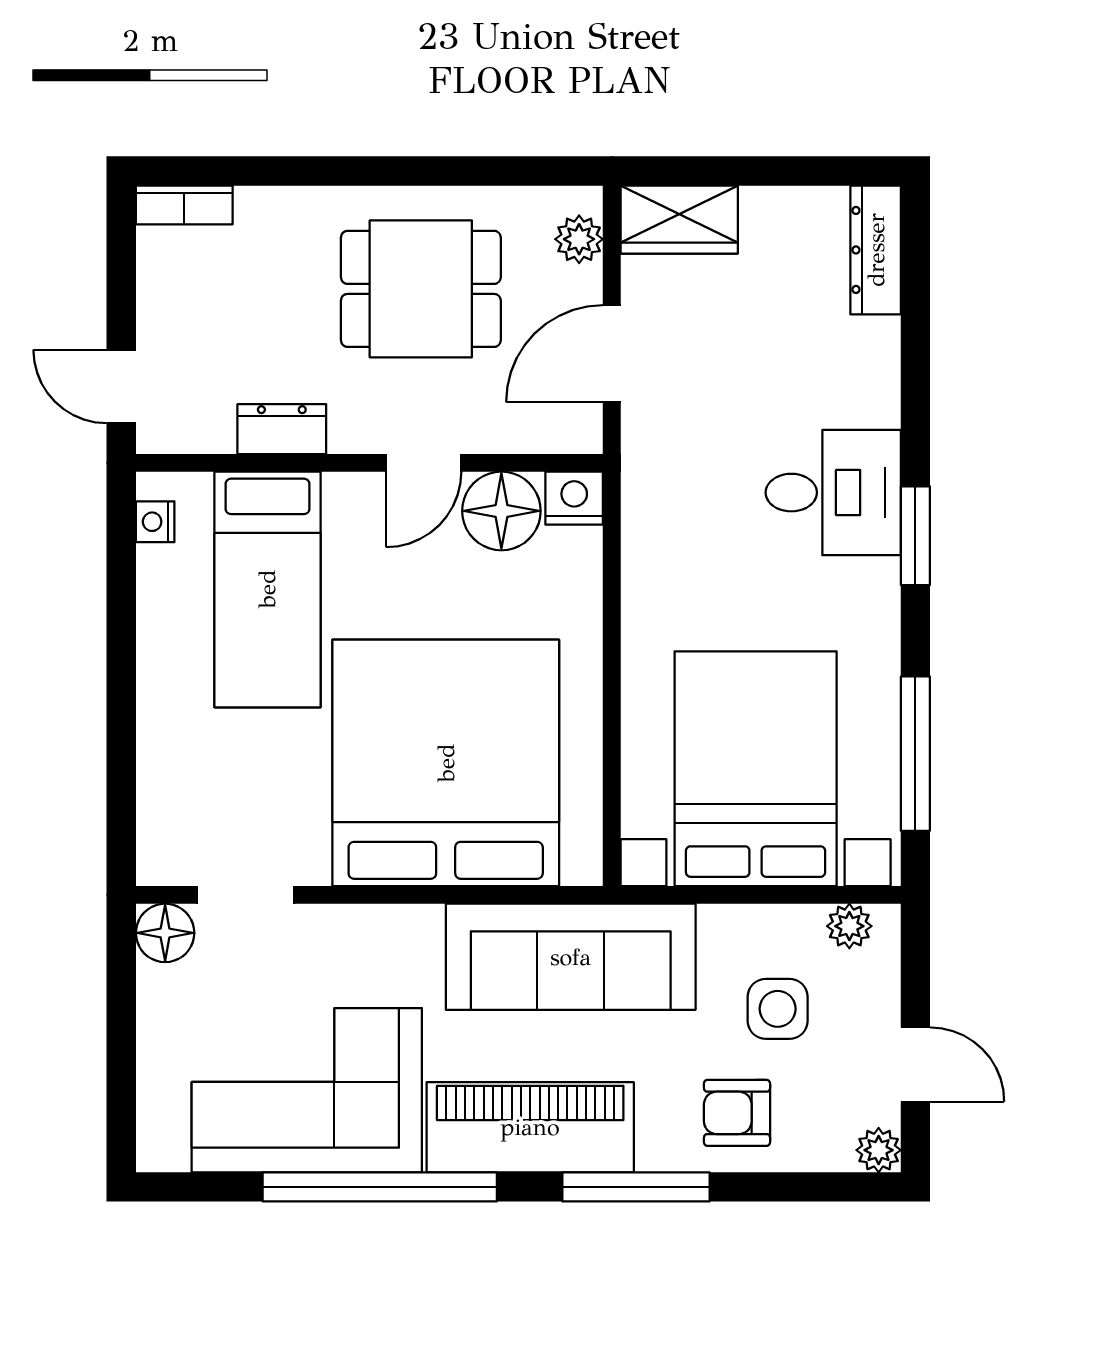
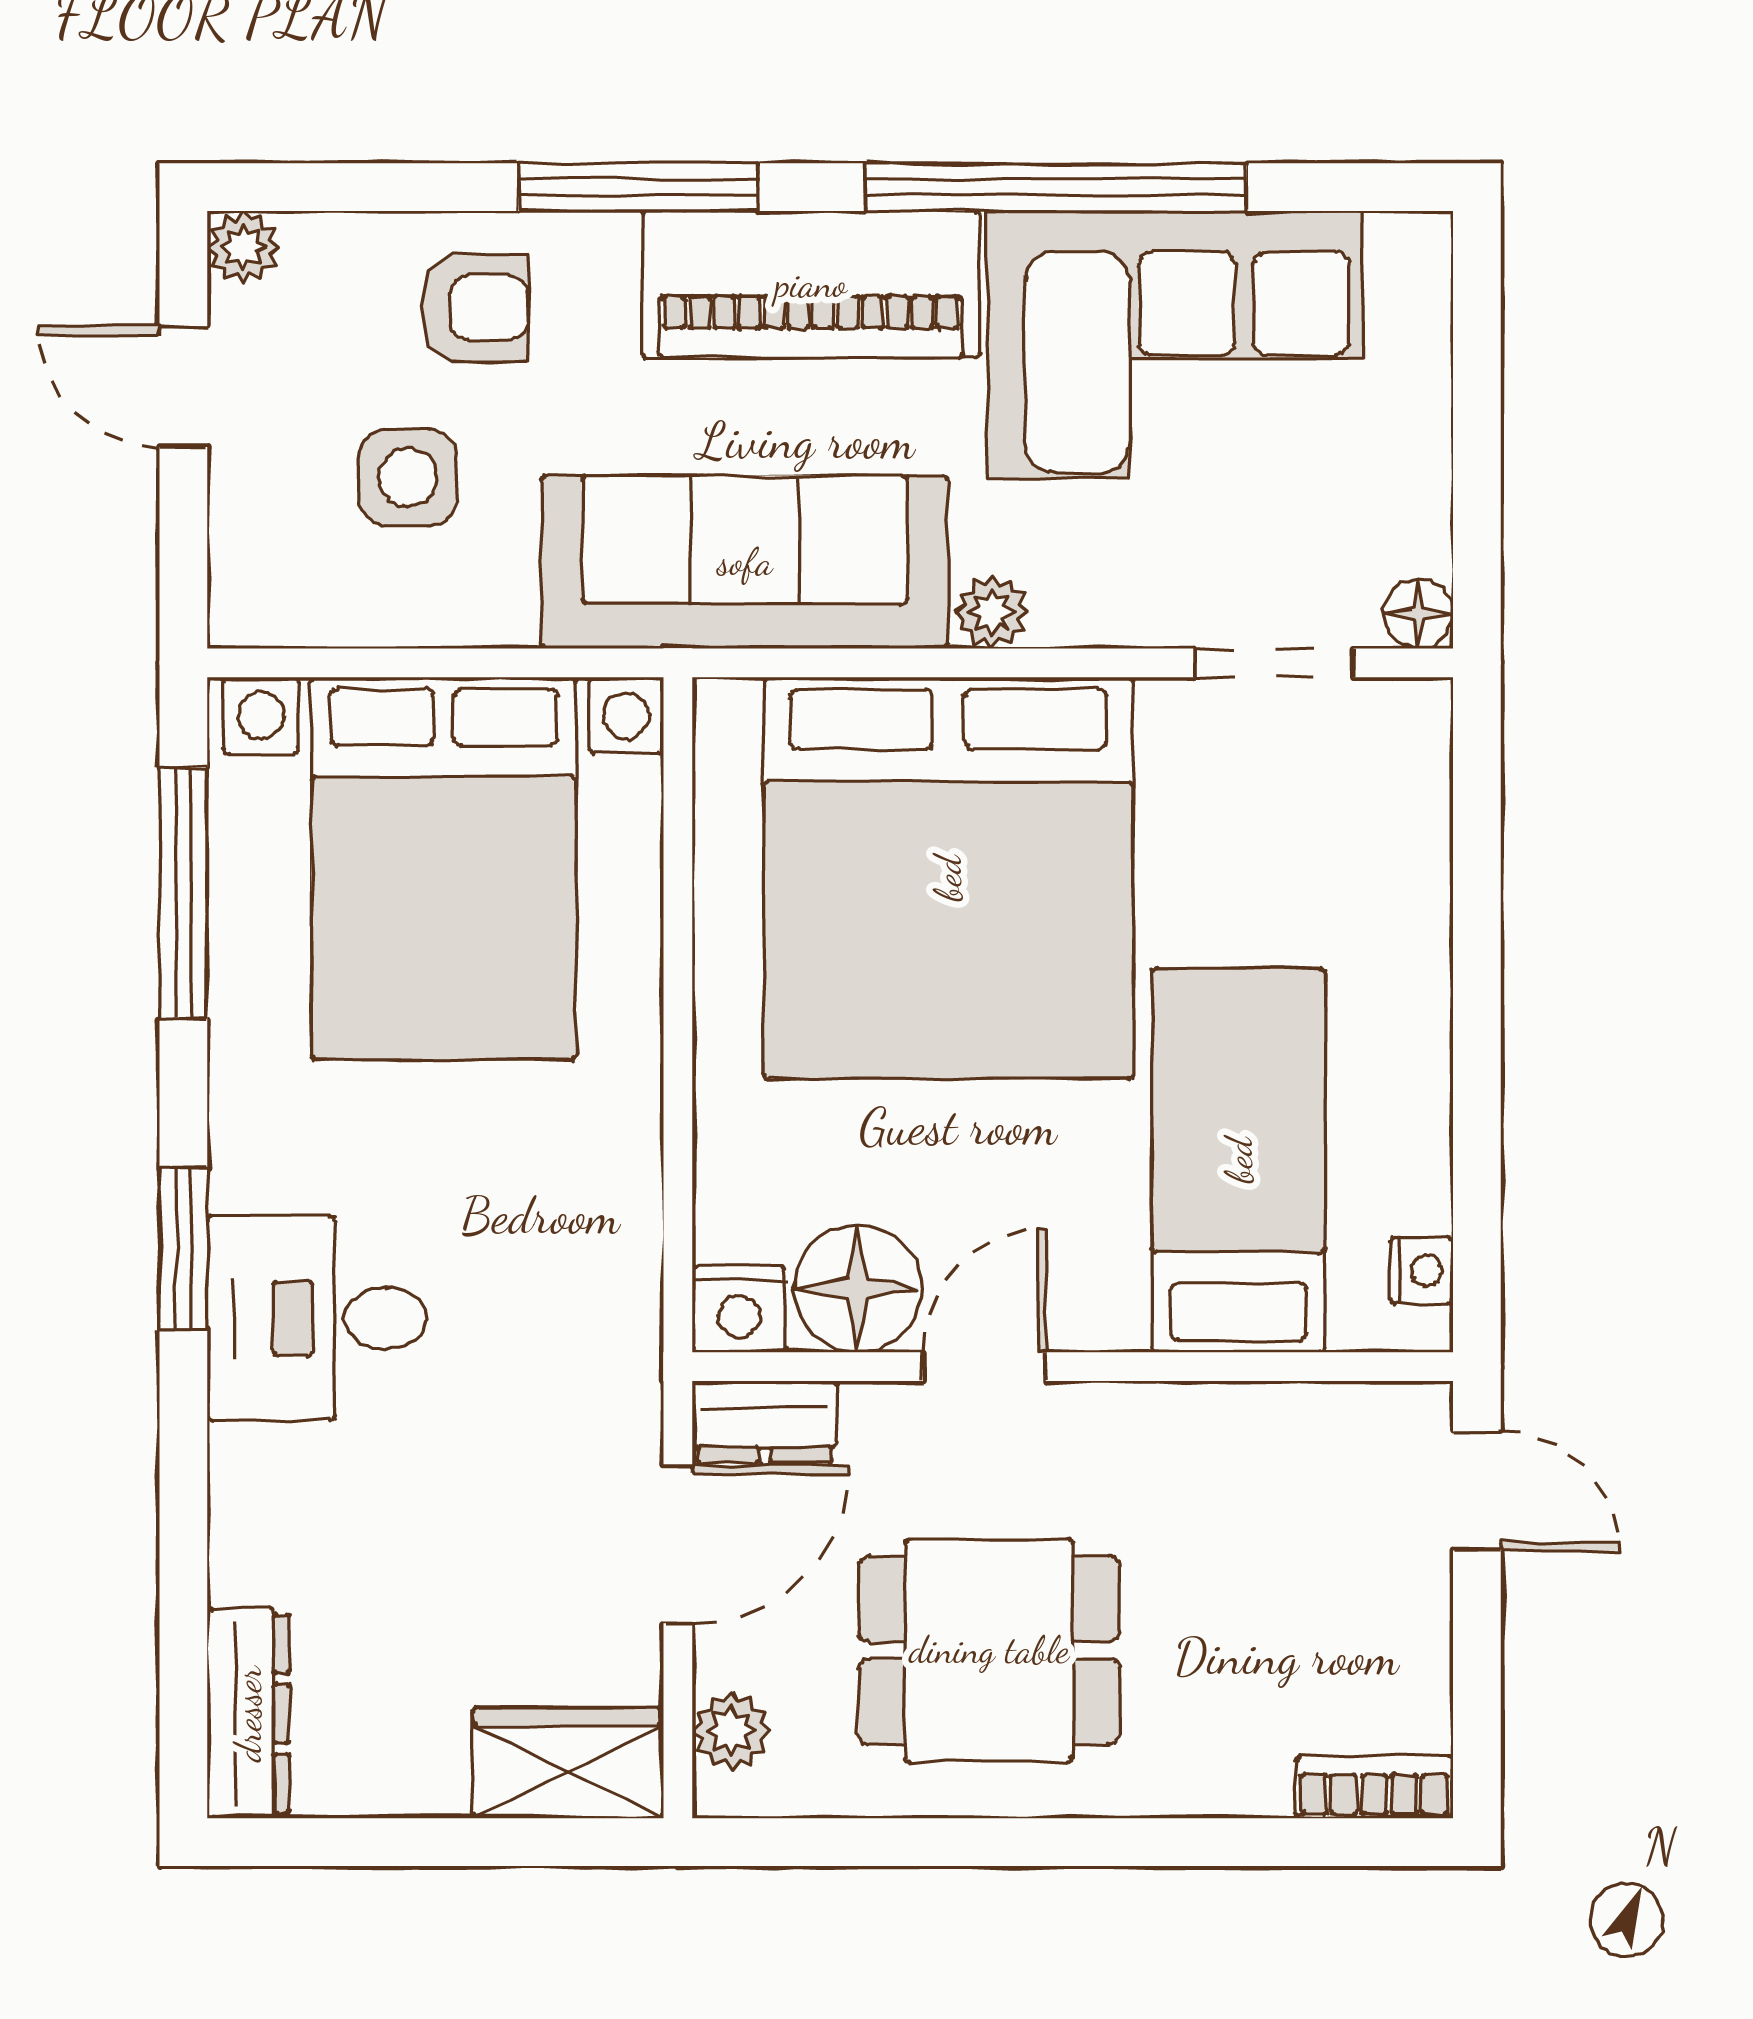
dresser: (282, 429) -> (765, 1422), moved
plant: (849, 926) -> (992, 612), moved
floor lamp: (165, 933) -> (1418, 614), width x0.73, depth x0.73

